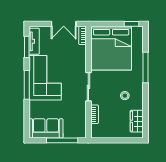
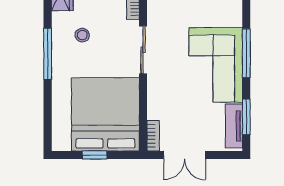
double door: (64, 24) -> (185, 155), swing flipped
window: (132, 24) -> (94, 155), moved
window: (146, 67) -> (48, 54), moved

